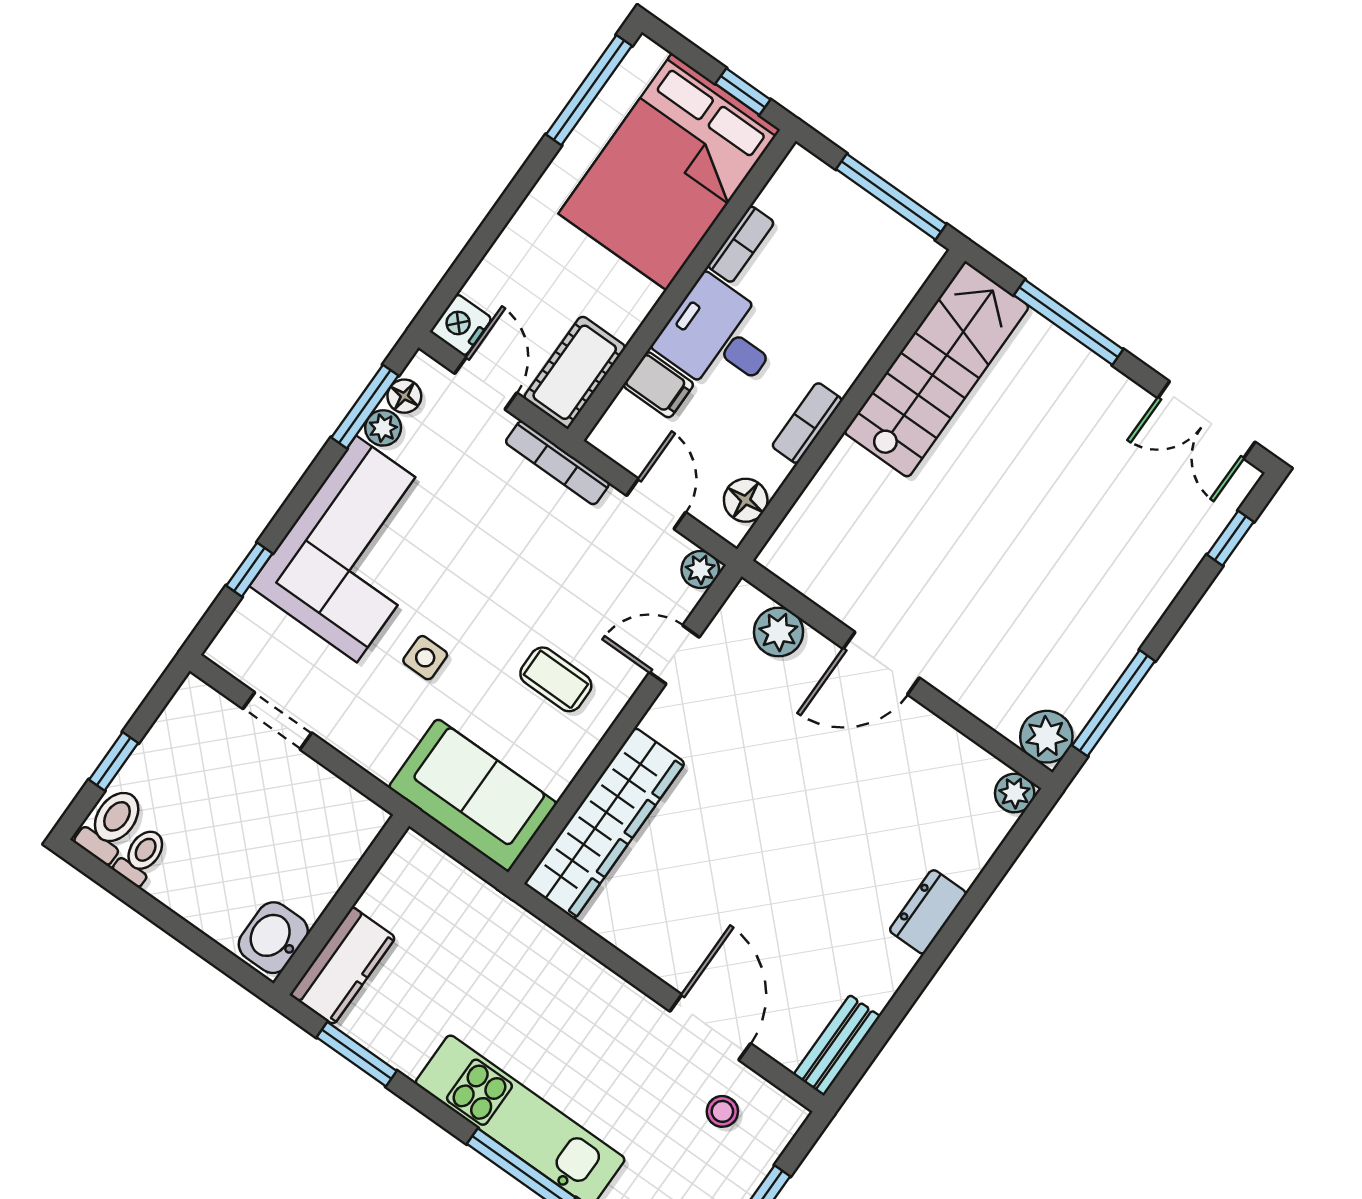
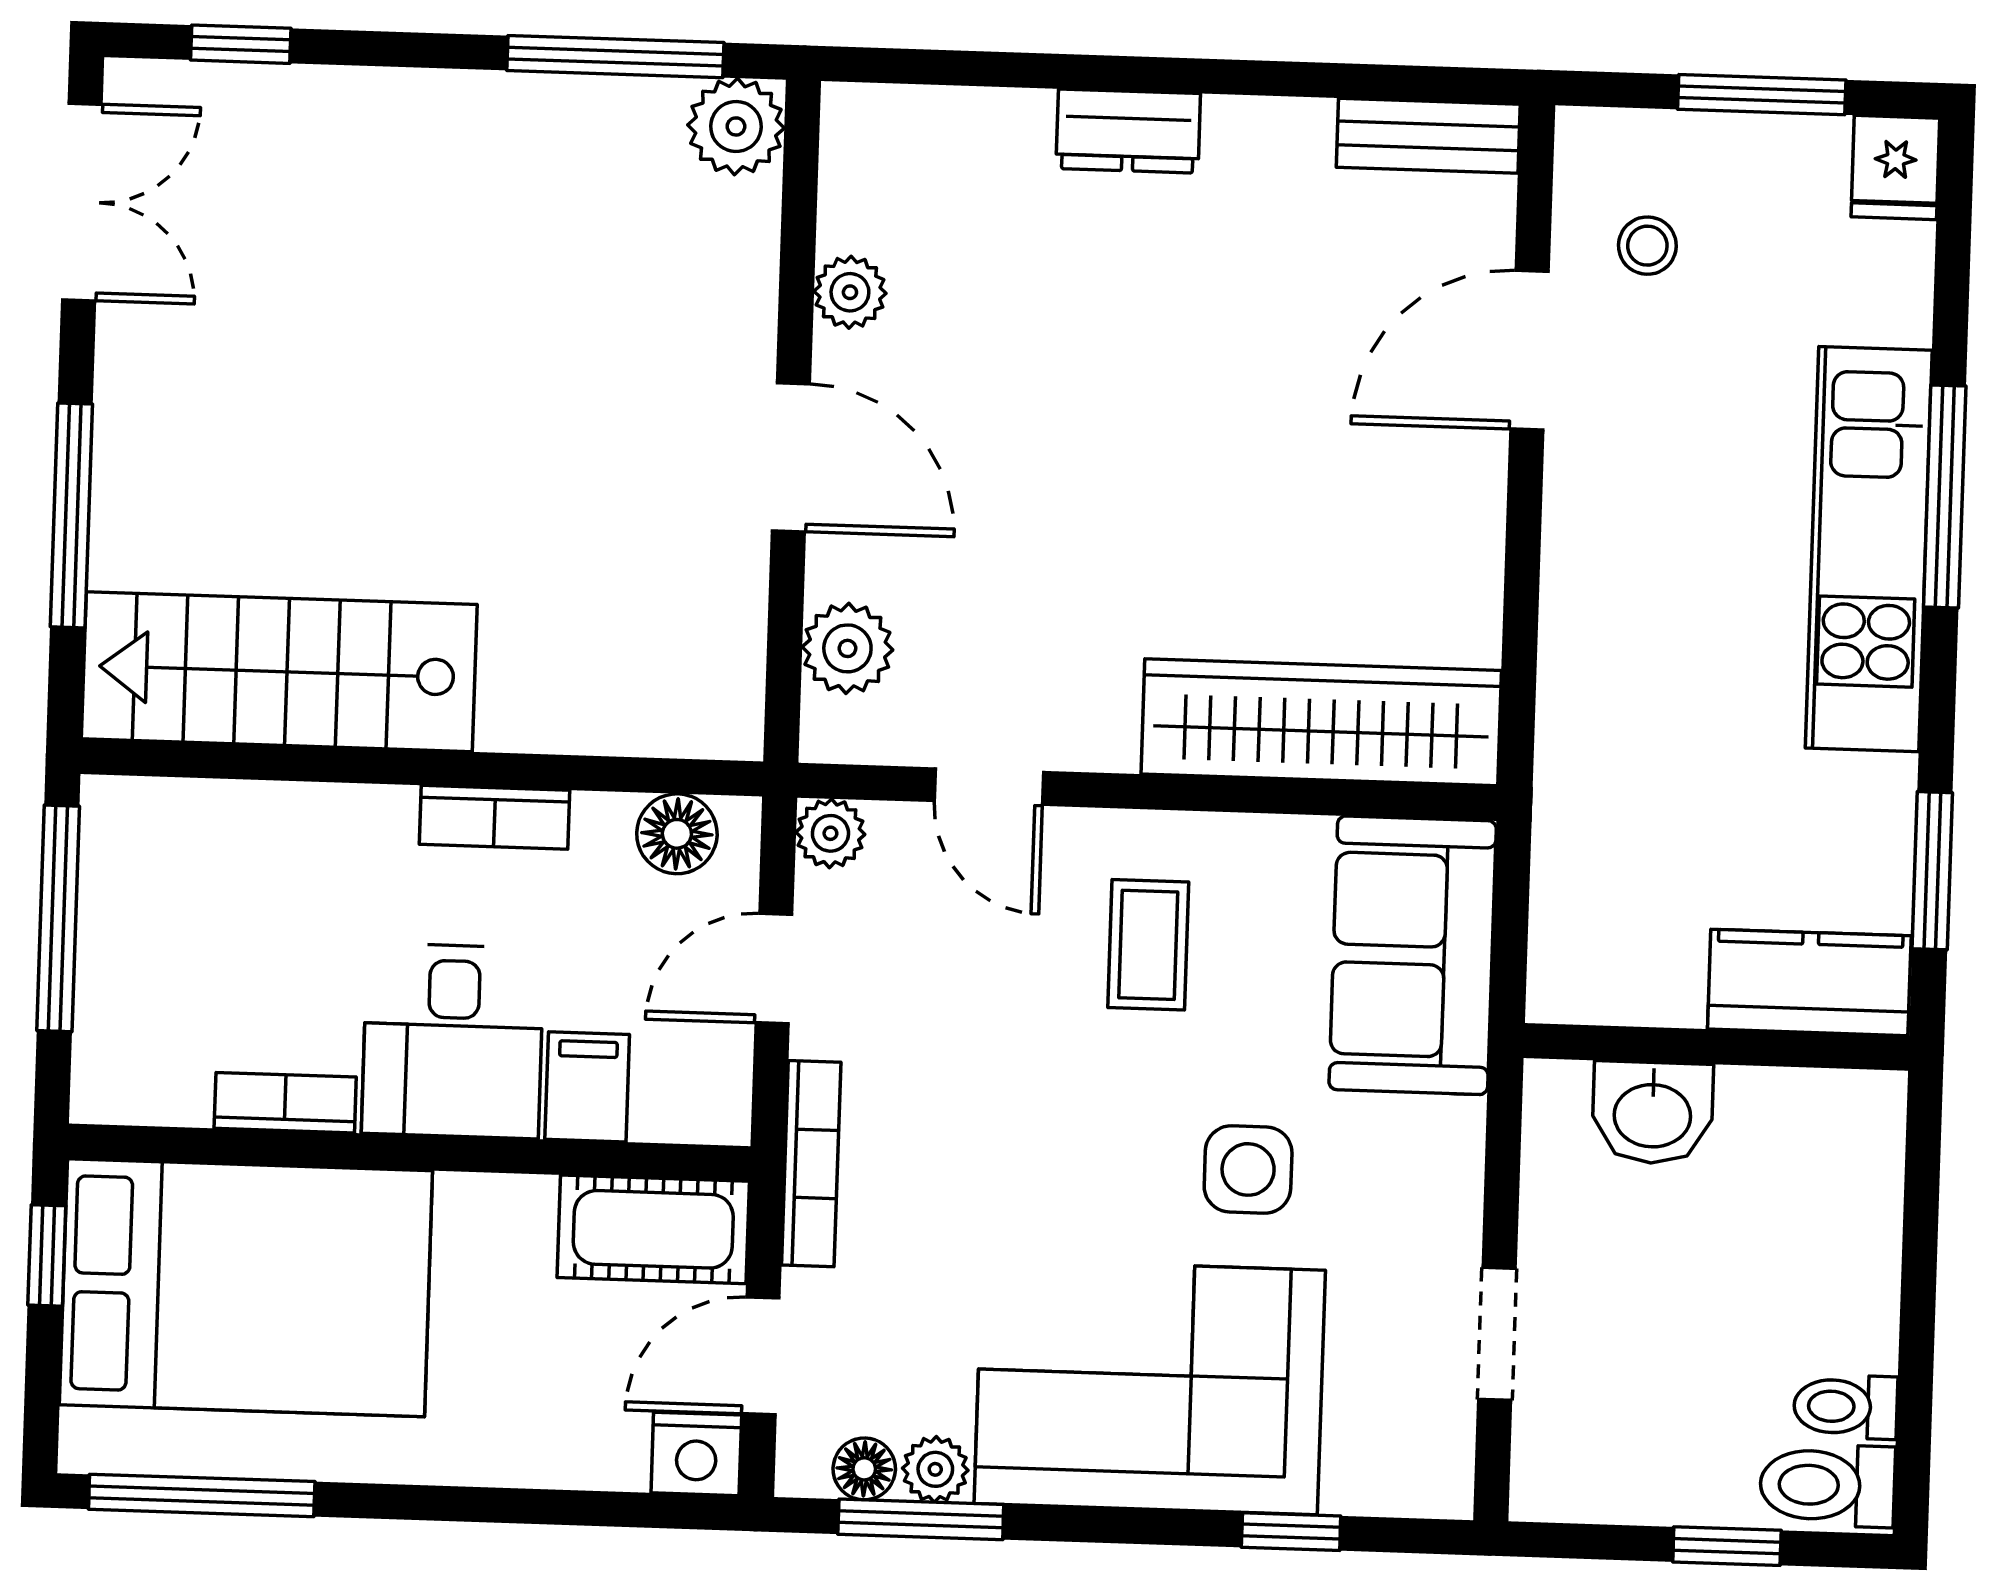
side table: (425, 658) -> (1248, 1169), width x1.37, depth x1.37
plant: (1015, 793) -> (850, 292), moved
washbasin: (273, 938) -> (1652, 1113), moved

